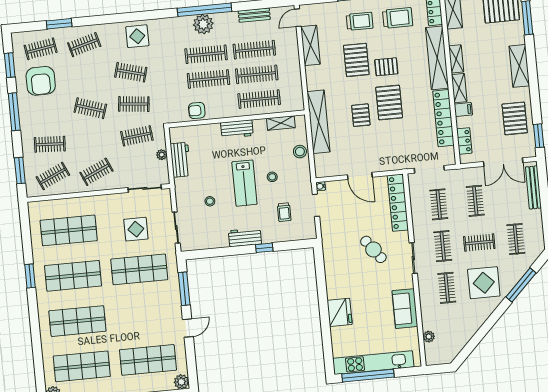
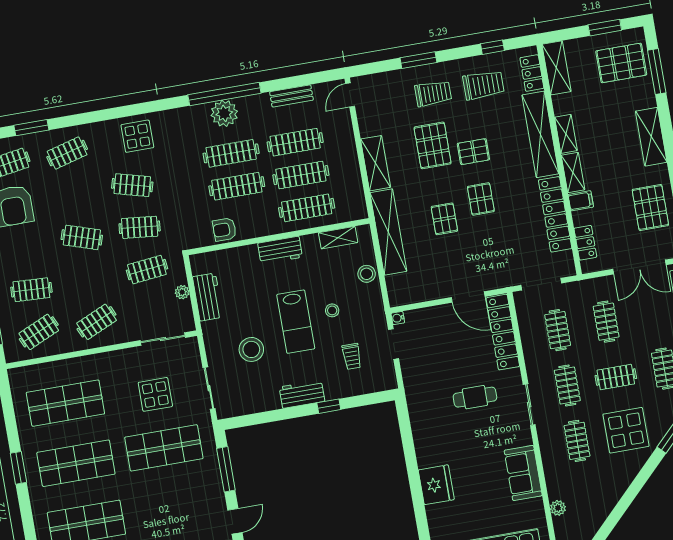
shelving: (311, 45) -> (376, 163), moved
pallet: (389, 103) -> (481, 199), width x0.67, depth x0.71
door: (360, 176) -> (468, 297), moved
stool: (210, 201) -> (251, 349), width x1.89, depth x1.89
cafe table: (373, 249) -> (475, 397), turned -53

